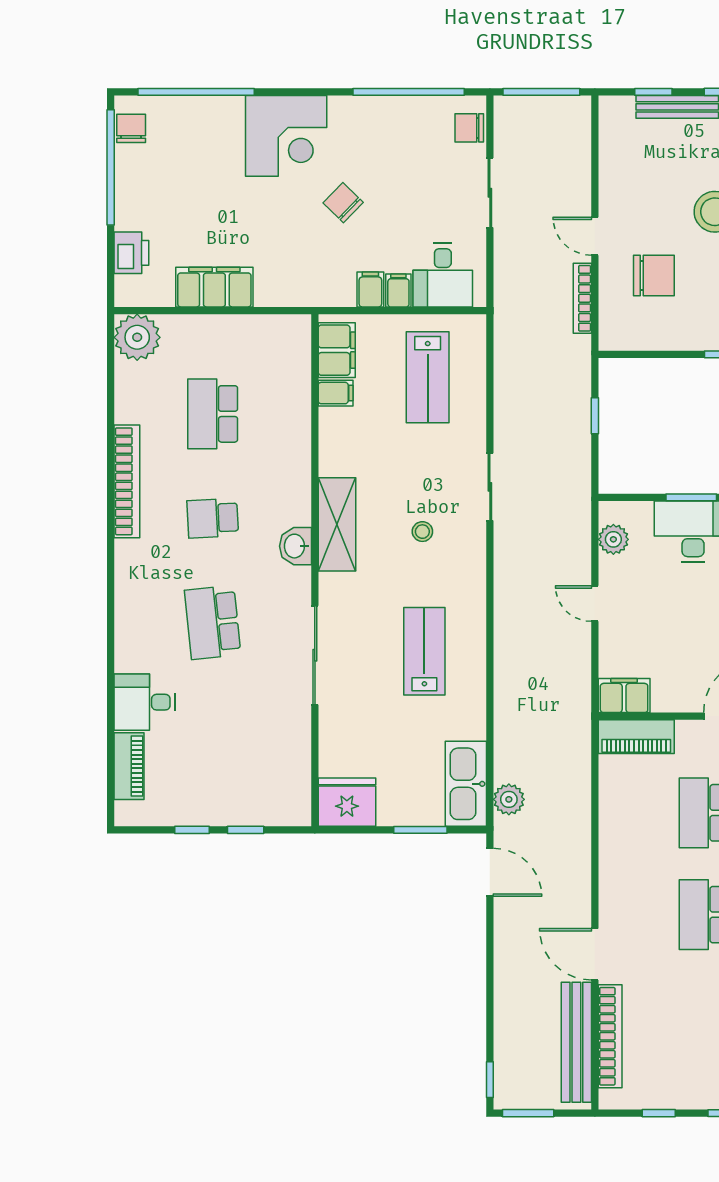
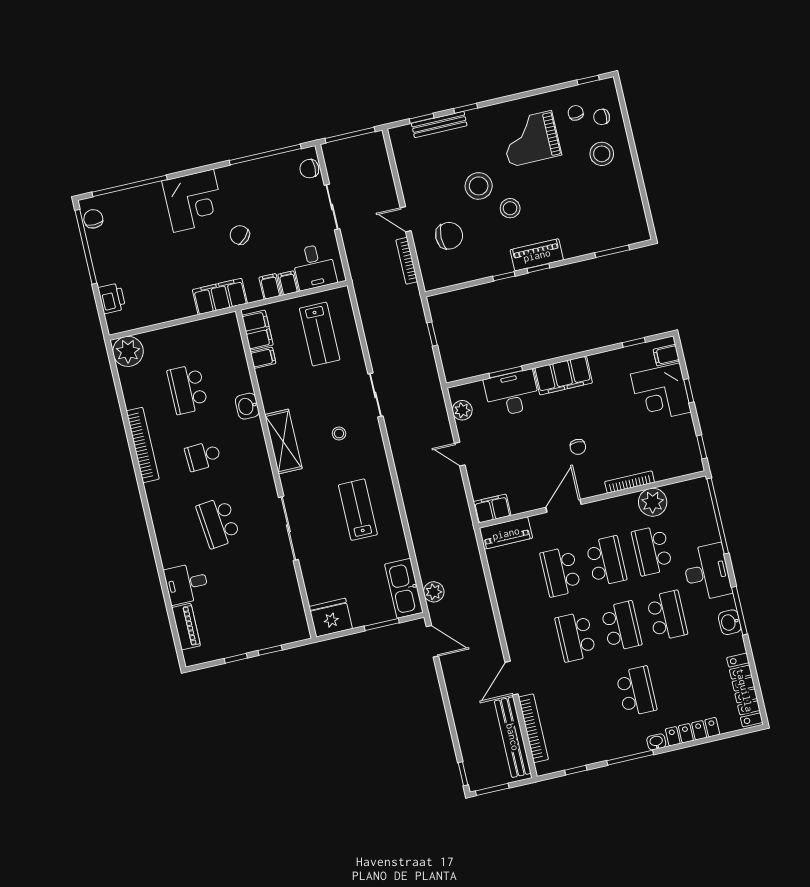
filing cabinet: (214, 287) -> (220, 296), moved
washbasin: (295, 546) -> (247, 406), moved
door: (595, 954) -> (512, 678), hinge flipped

